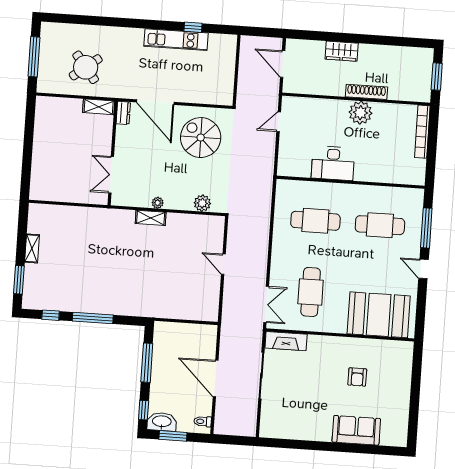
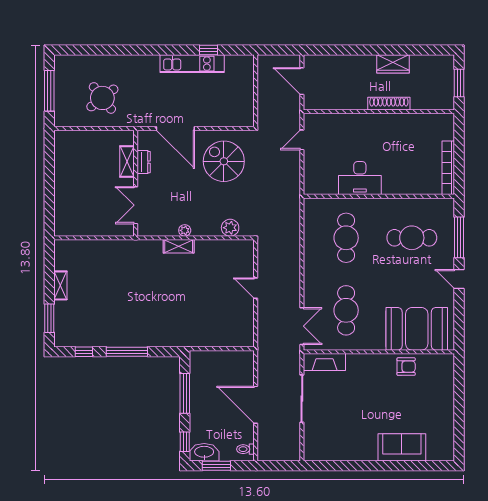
wardrobe: (342, 51) -> (393, 64), moved
shelving: (99, 107) -> (127, 161), moved, turned 90
dresser: (123, 113) -> (144, 162), moved
plant: (360, 113) -> (384, 125), removed
bookcase: (422, 132) -> (448, 168), moved
cafe table: (315, 221) -> (346, 238), turned 90
armchair: (357, 377) -> (406, 367), moved, turned -90

